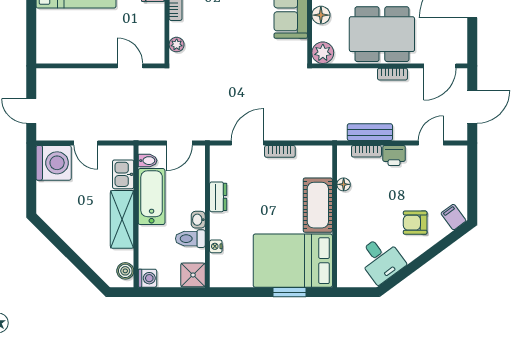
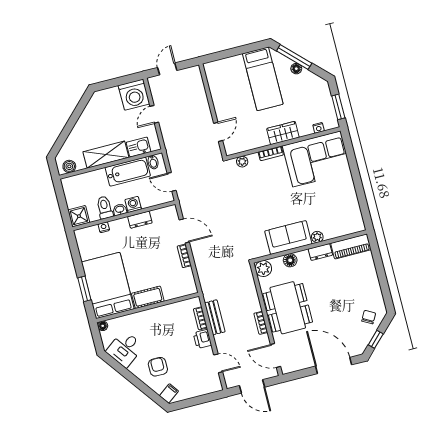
floor lamp: (344, 184) -> (103, 326), moved
cot: (318, 205) -> (148, 297), width x0.73, depth x0.75
washing machine: (147, 278) -> (133, 204), moved, turned 180

